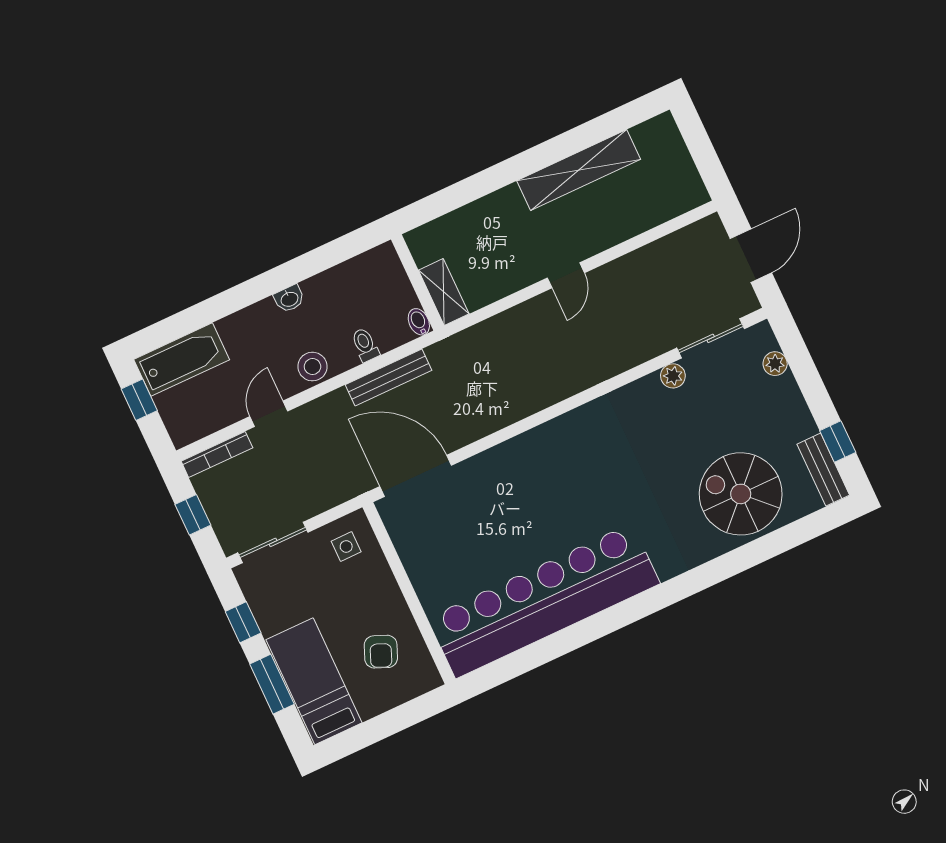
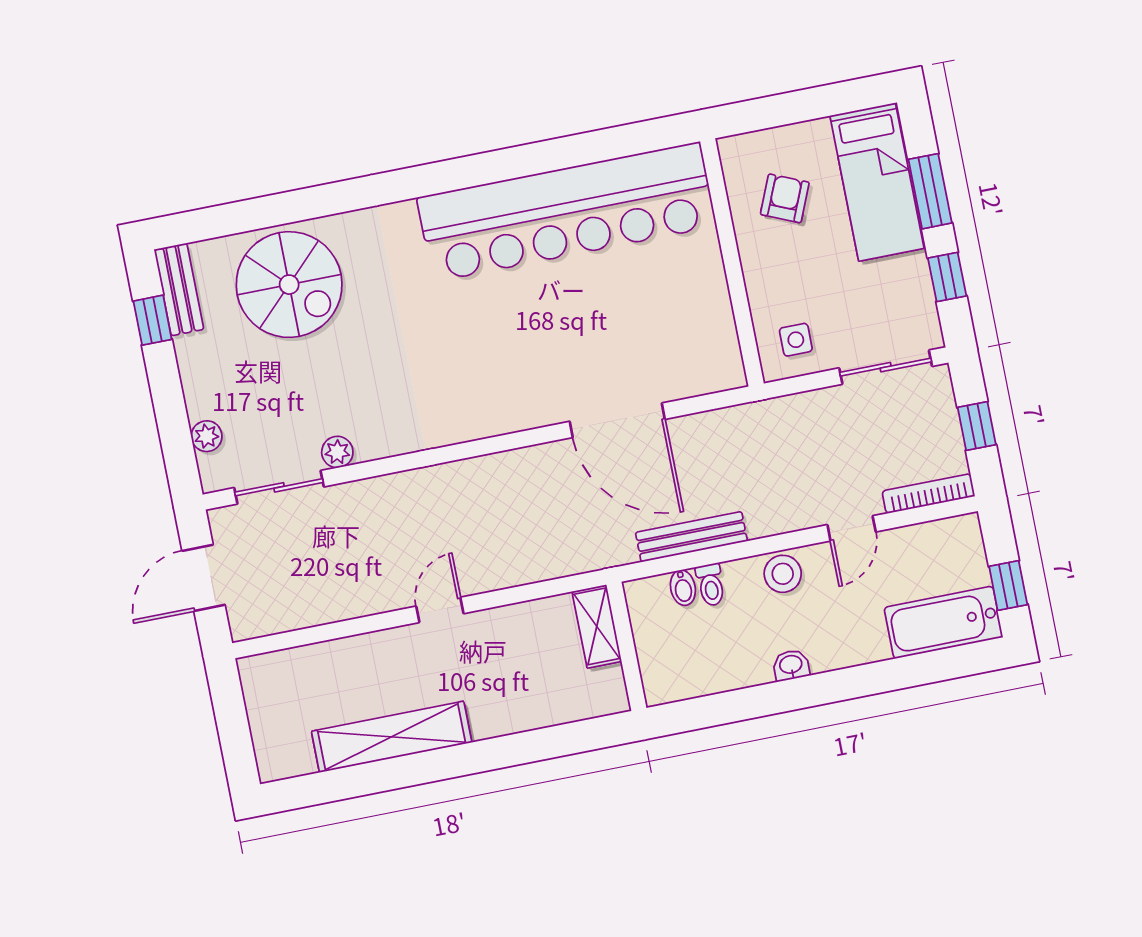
bidet: (419, 322) -> (683, 588), moved
door: (416, 476) -> (617, 420), moved

